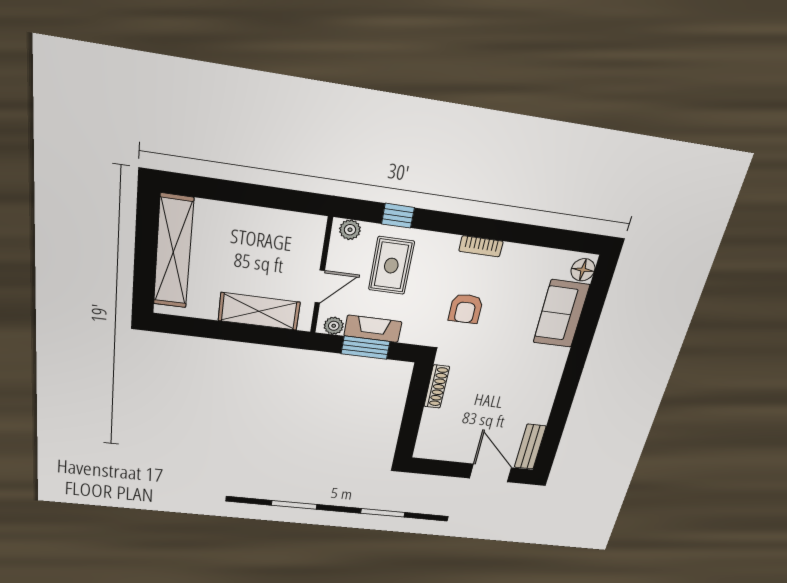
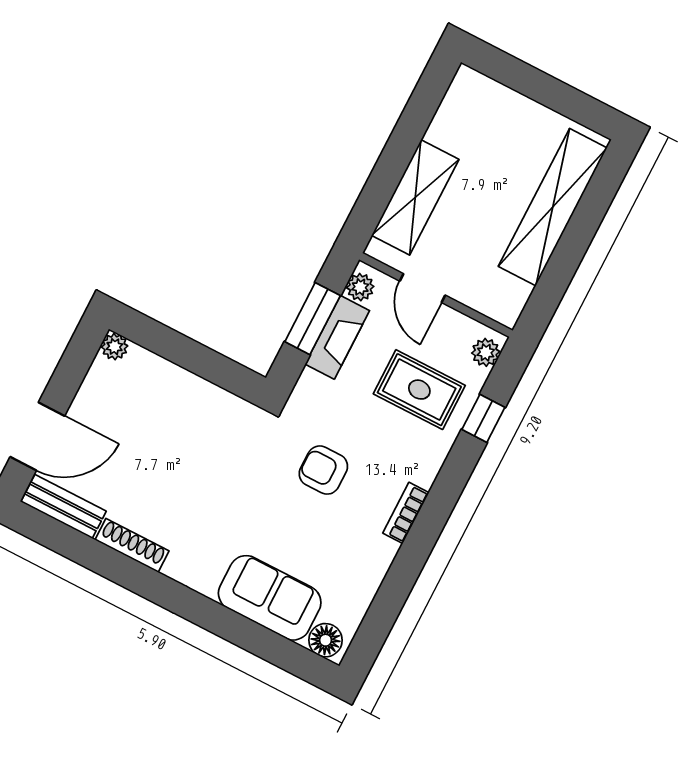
shelving: (173, 252) -> (553, 207), moved, turned 90
shoe rack: (437, 387) -> (132, 545), moved, turned 180
plant: (422, 451) -> (115, 347), added

